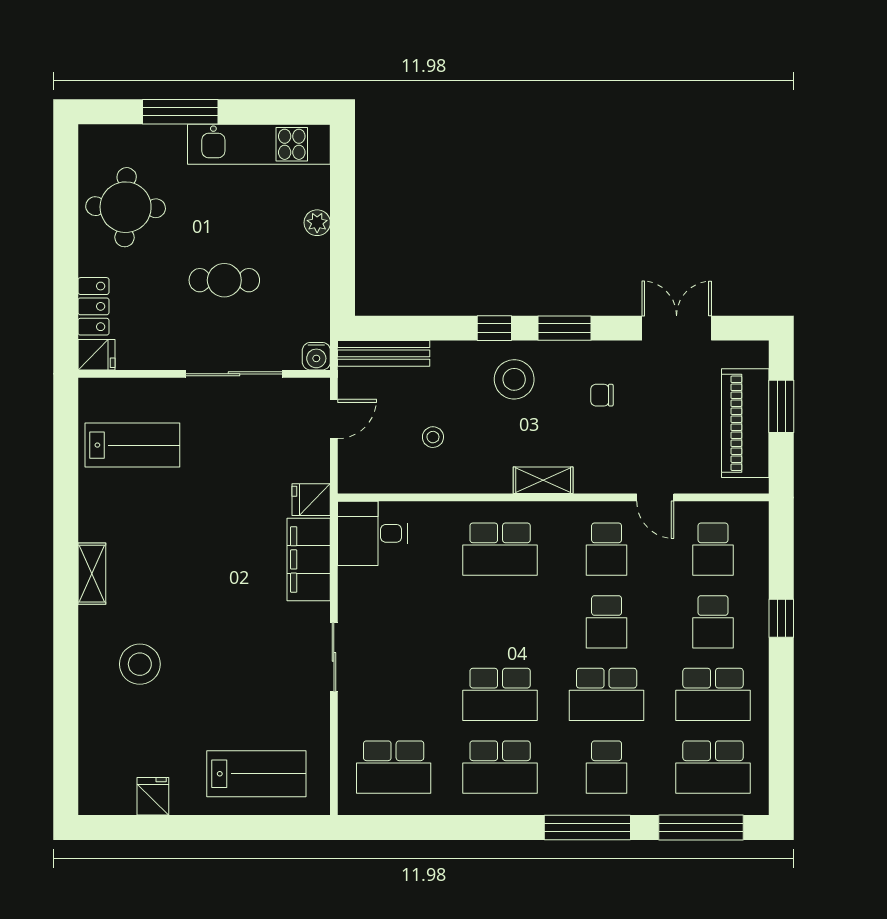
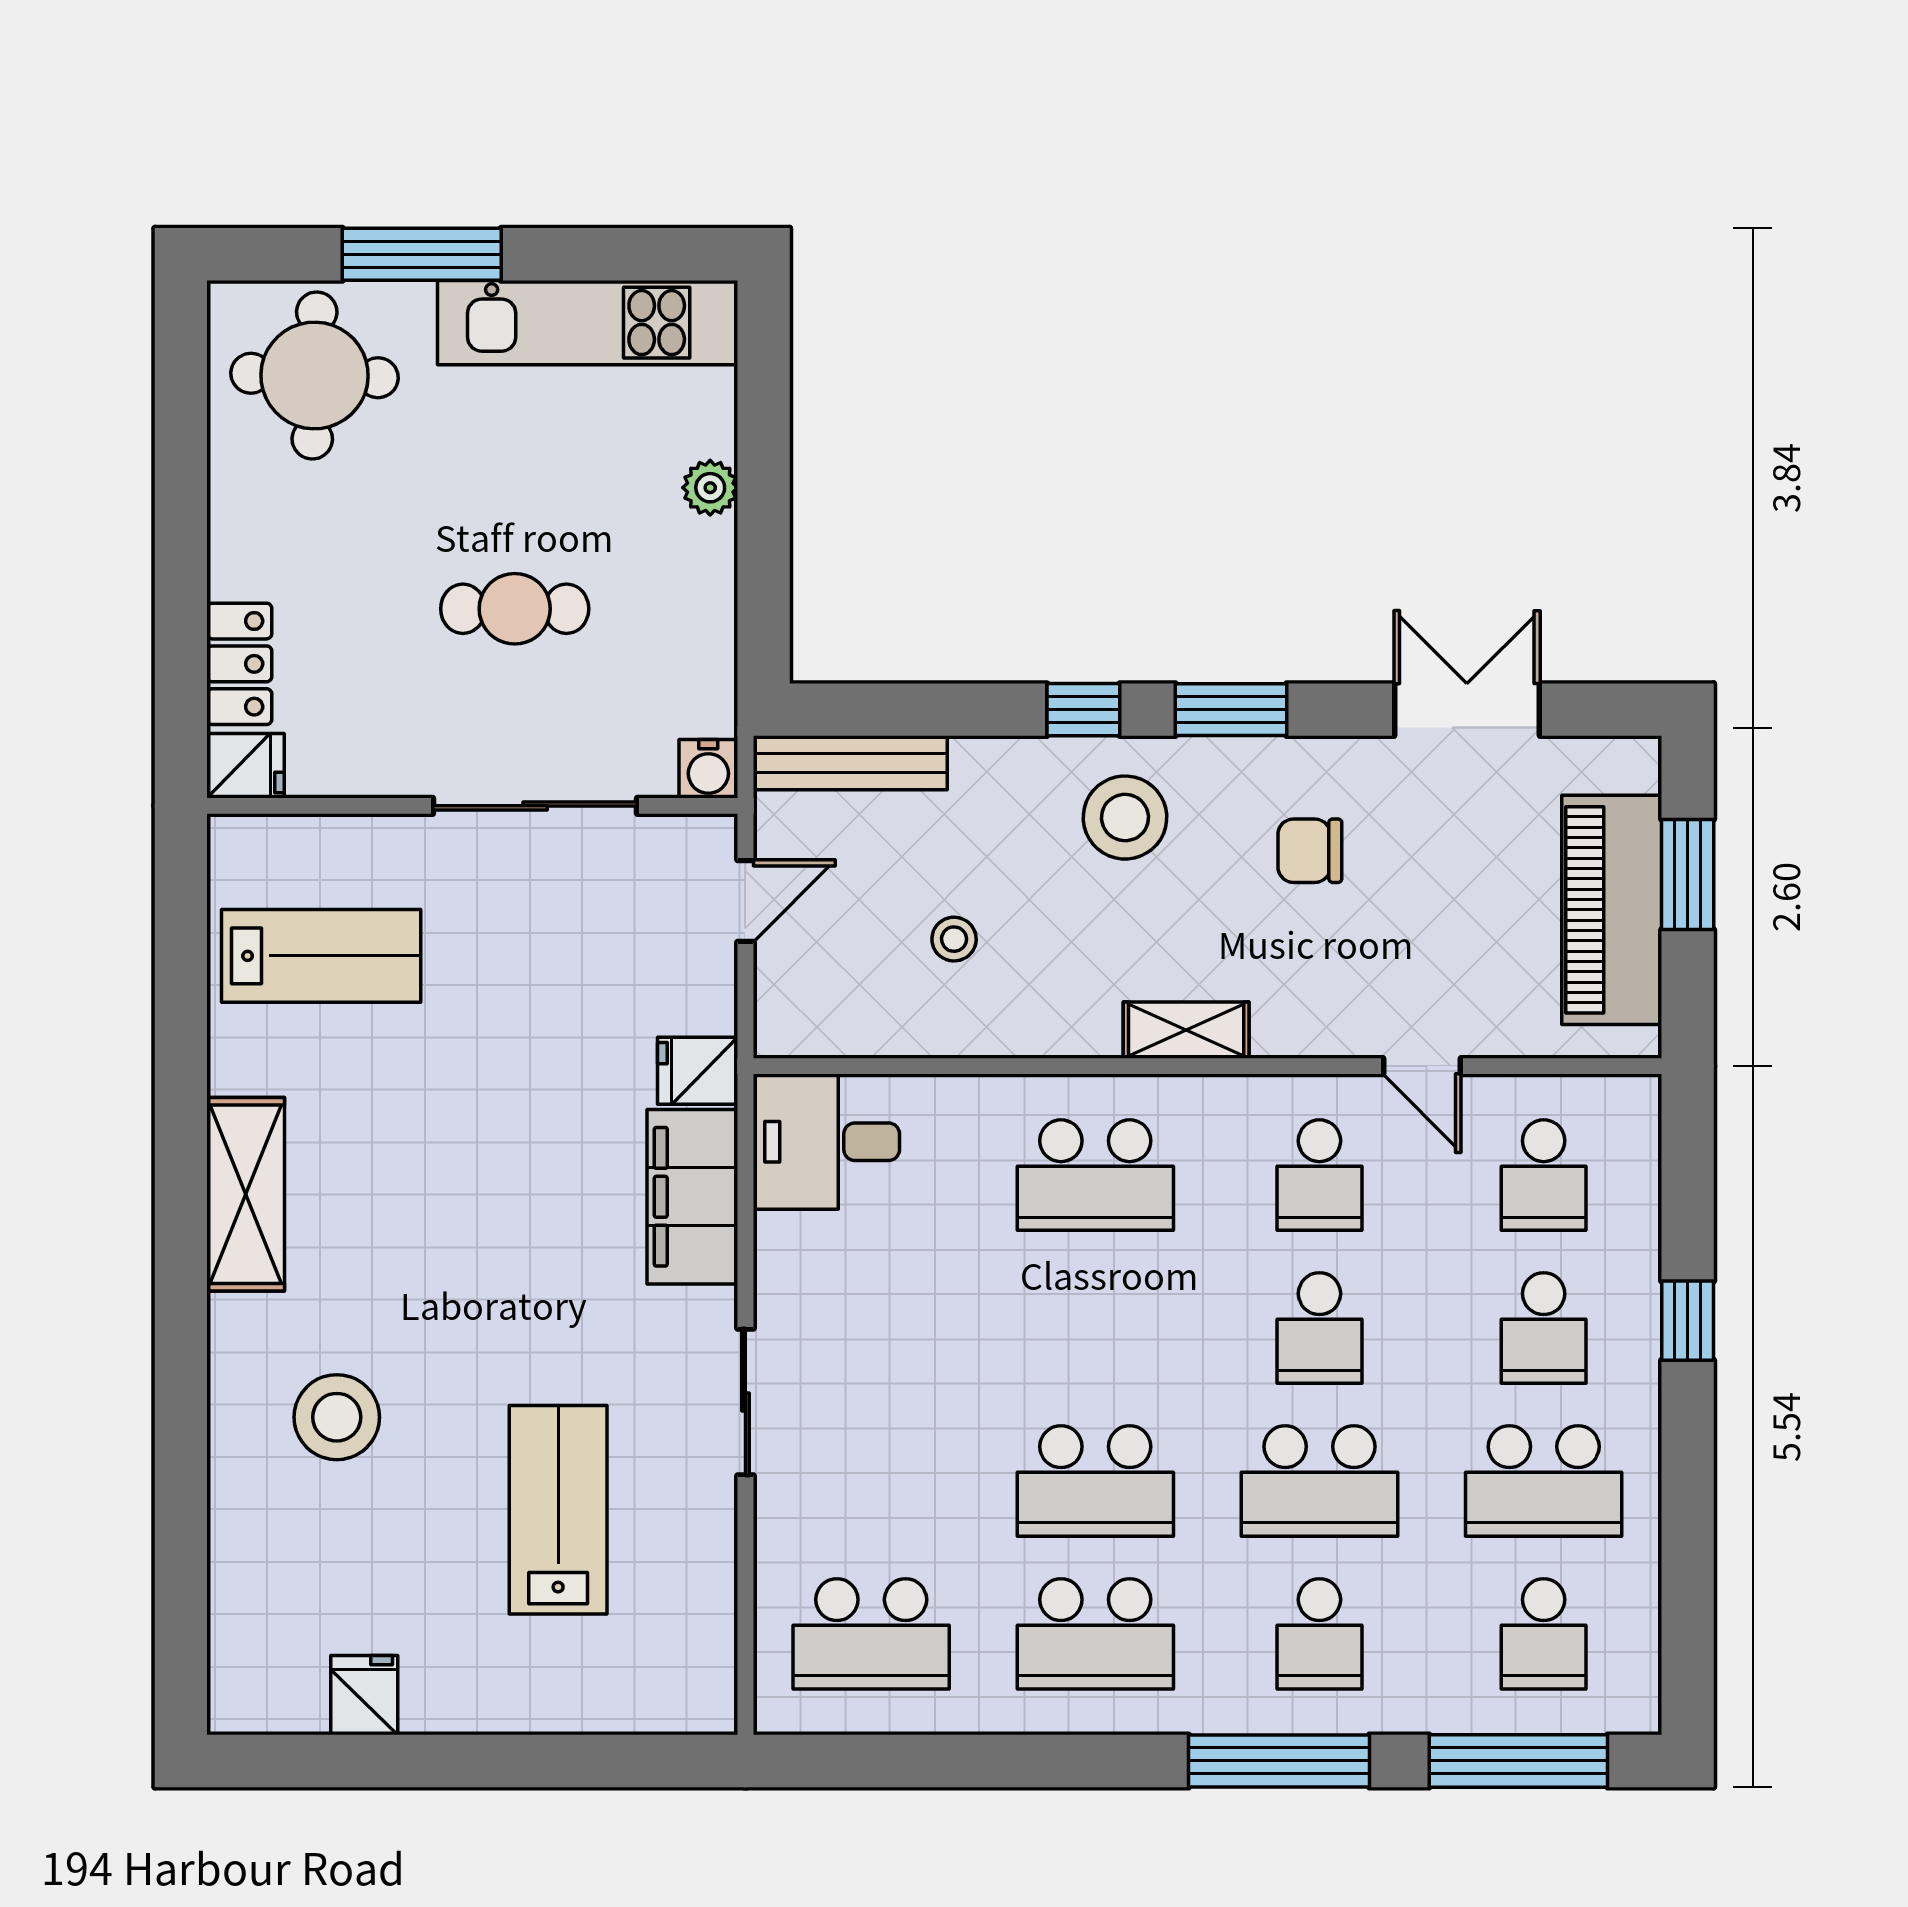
round table: (126, 207) -> (315, 375), moved
chair: (602, 395) -> (1310, 851), width x1.37, depth x1.37
shelving: (92, 574) -> (246, 1194), width x1.50, depth x1.33
school desk: (713, 767) -> (1544, 1634), width x0.54
lab bench: (256, 774) -> (558, 1510), moved, turned -90

